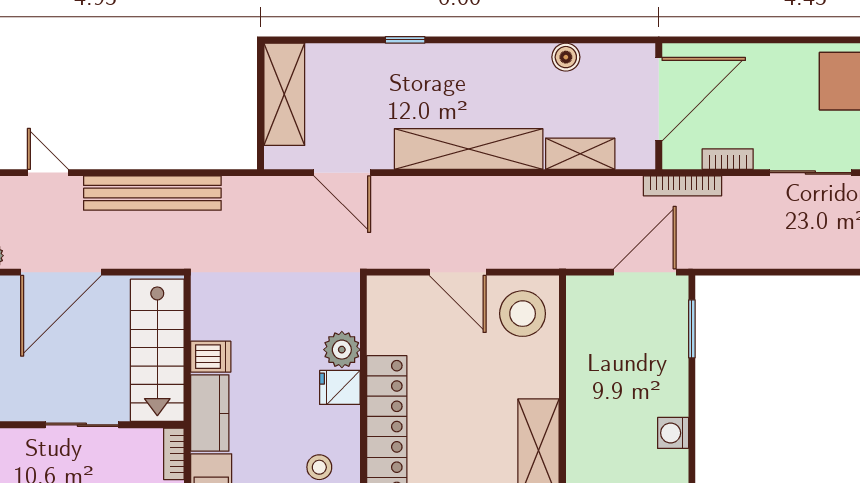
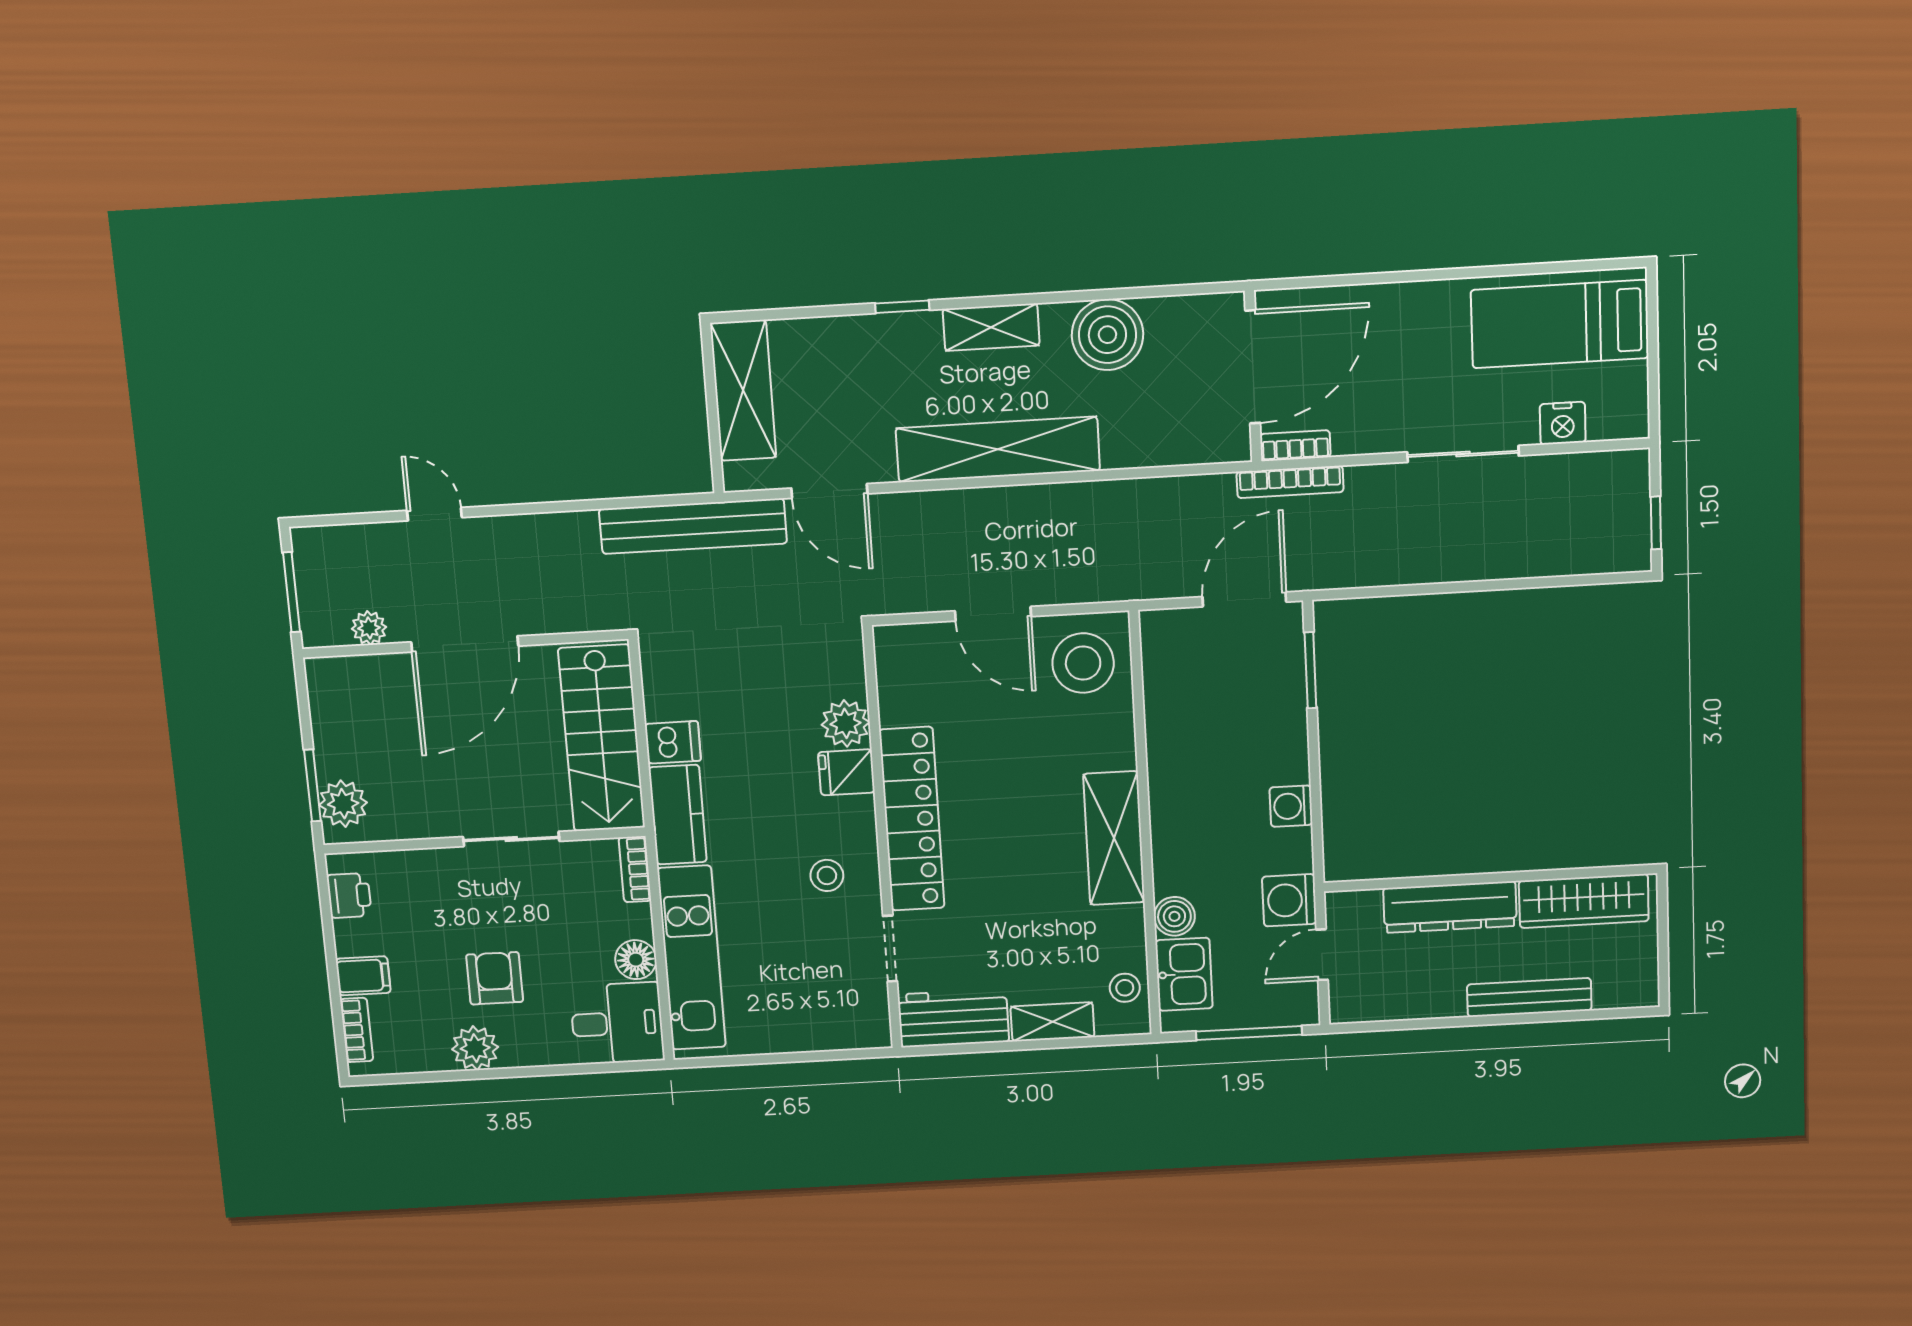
boiler: (566, 57) -> (1107, 335), width x1.86, depth x1.86
shelving: (580, 154) -> (991, 327), moved
bookcase: (728, 159) -> (1295, 446), moved
bench: (152, 193) -> (693, 526), moved

